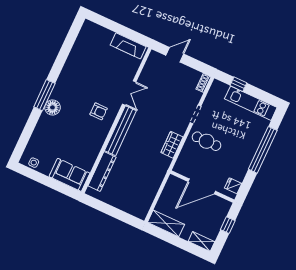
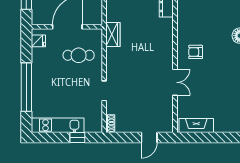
double door: (129, 93) -> (175, 82), swing flipped
bench: (120, 131) -> (167, 43), removed
cafe table: (207, 141) -> (79, 55), moved
wardrobe: (172, 145) -> (113, 34), moved

